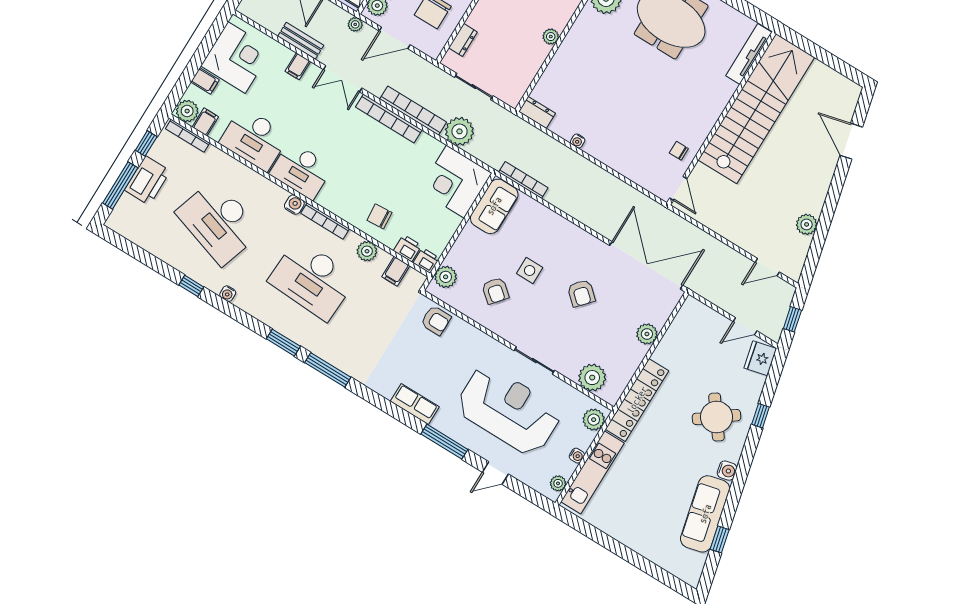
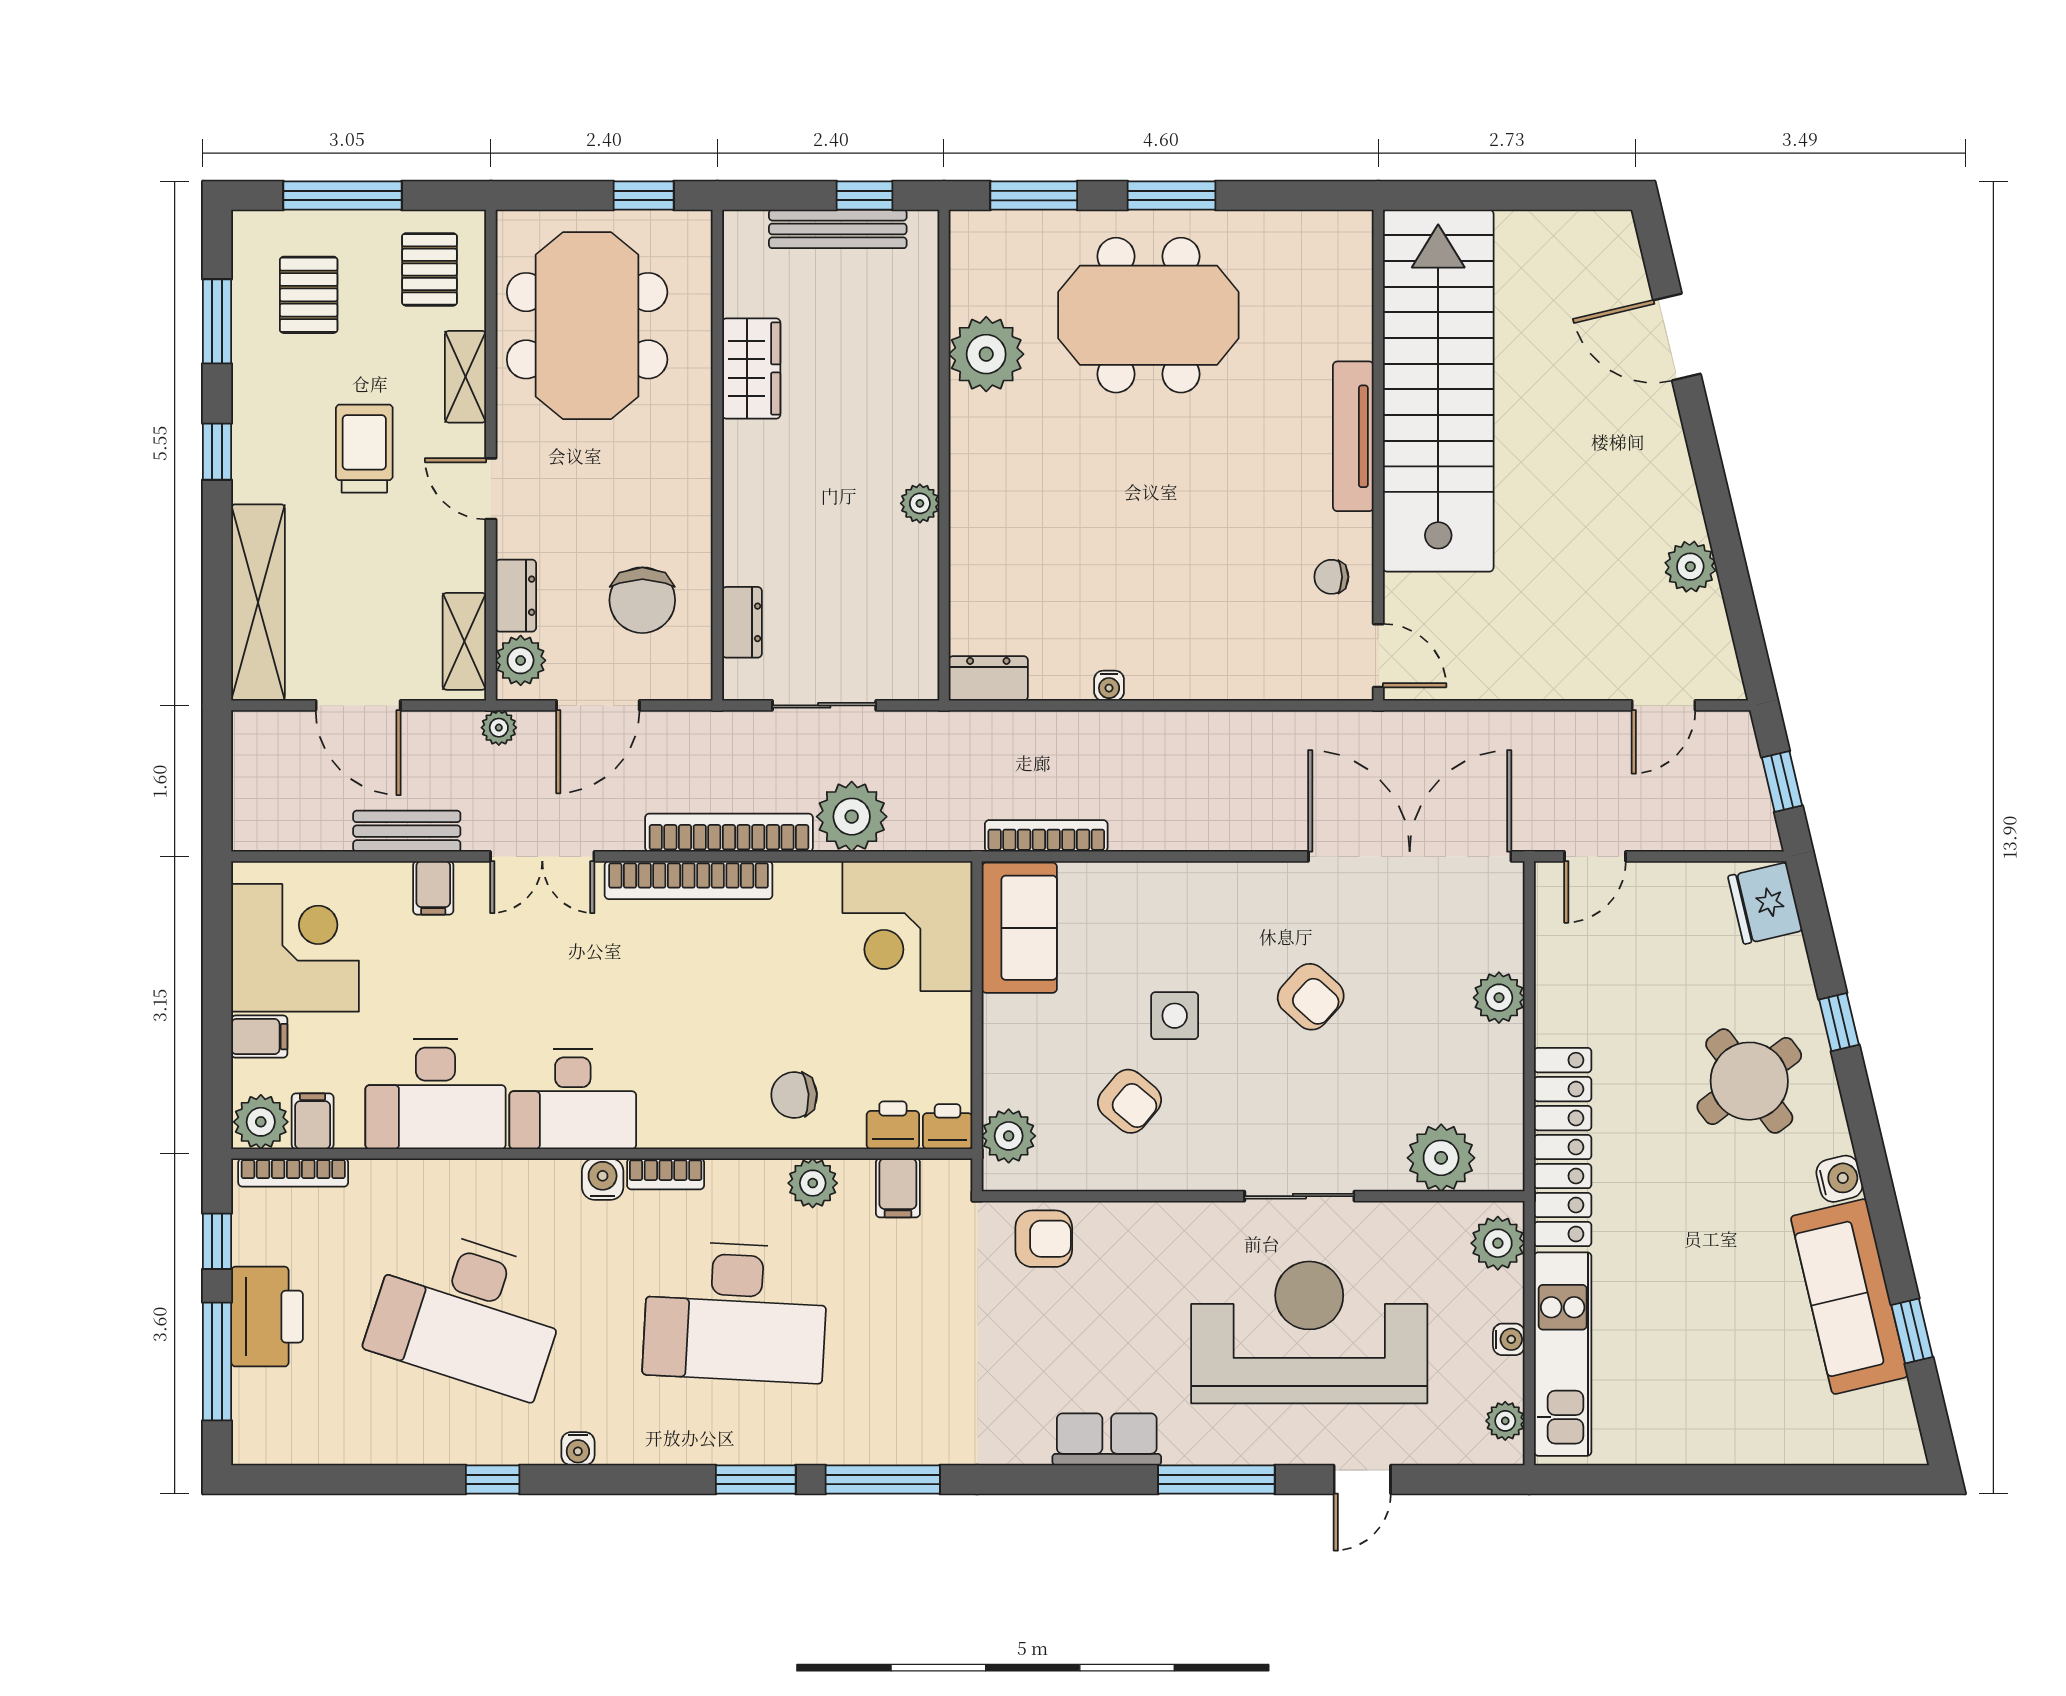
tv unit: (749, 54) -> (1353, 436), moved
bookcase: (325, 221) -> (666, 1174), width x0.64
door: (745, 326) -> (1595, 856), moved

